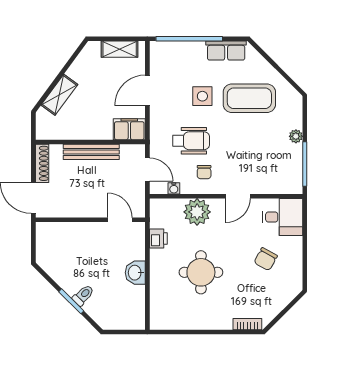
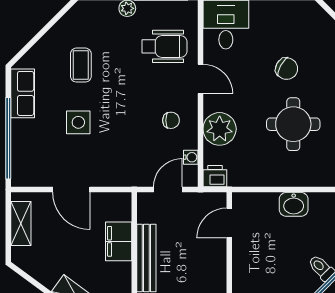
coffee table: (249, 98) -> (81, 65), width x0.54, depth x0.58
filing cabinet: (129, 129) -> (119, 241), moved
wheelchair: (191, 141) -> (164, 46), moved, turned 90
printer: (158, 238) -> (215, 176), moved
chair: (266, 259) -> (287, 69), moved

